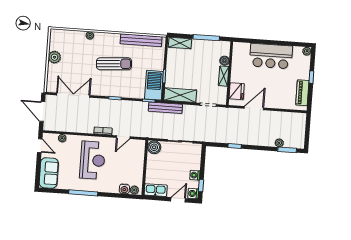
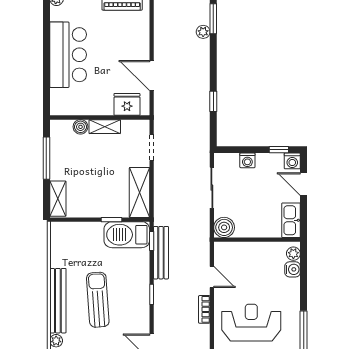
bench: (141, 40) -> (58, 301), moved
bench: (165, 108) -> (161, 253), moved
washing machine: (195, 175) -> (247, 160), moved

